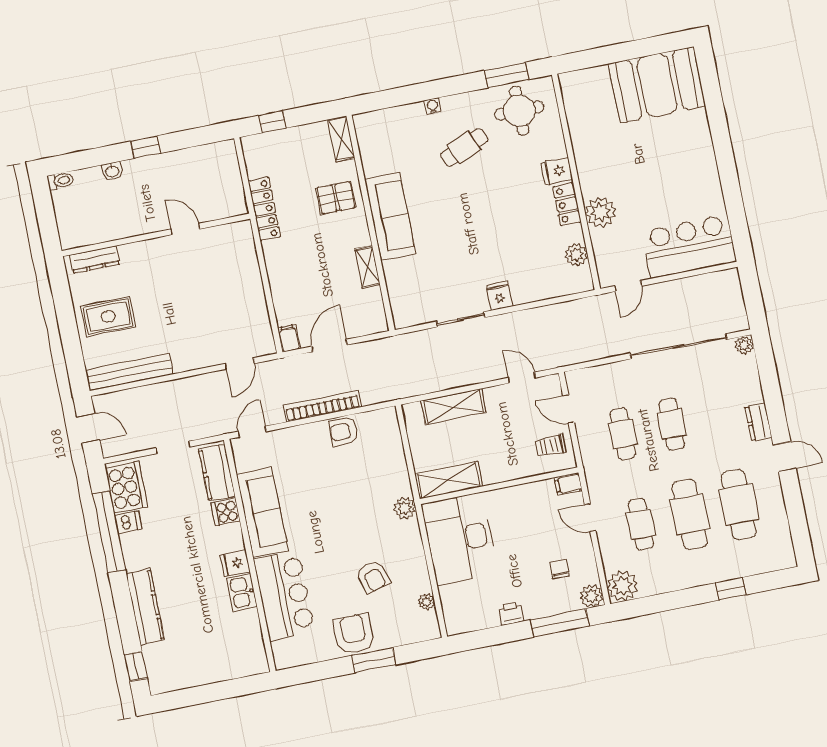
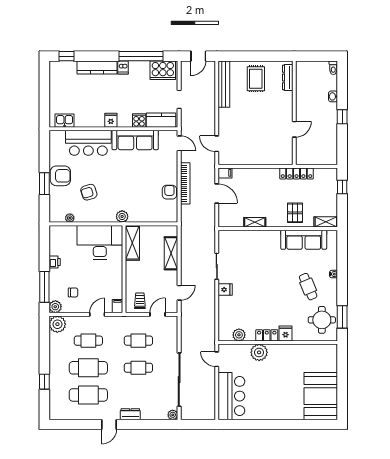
sofa: (390, 216) -> (304, 240), moved
dishwasher: (128, 522) -> (123, 67), moved
kitchen sink: (242, 592) -> (65, 121), moved

